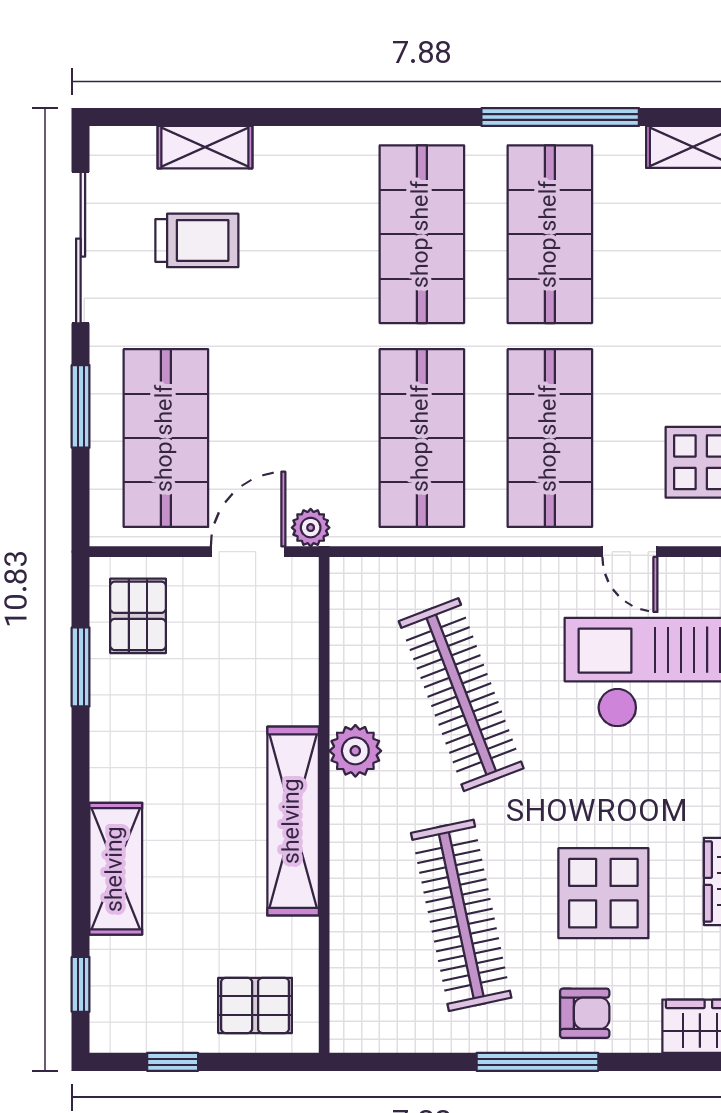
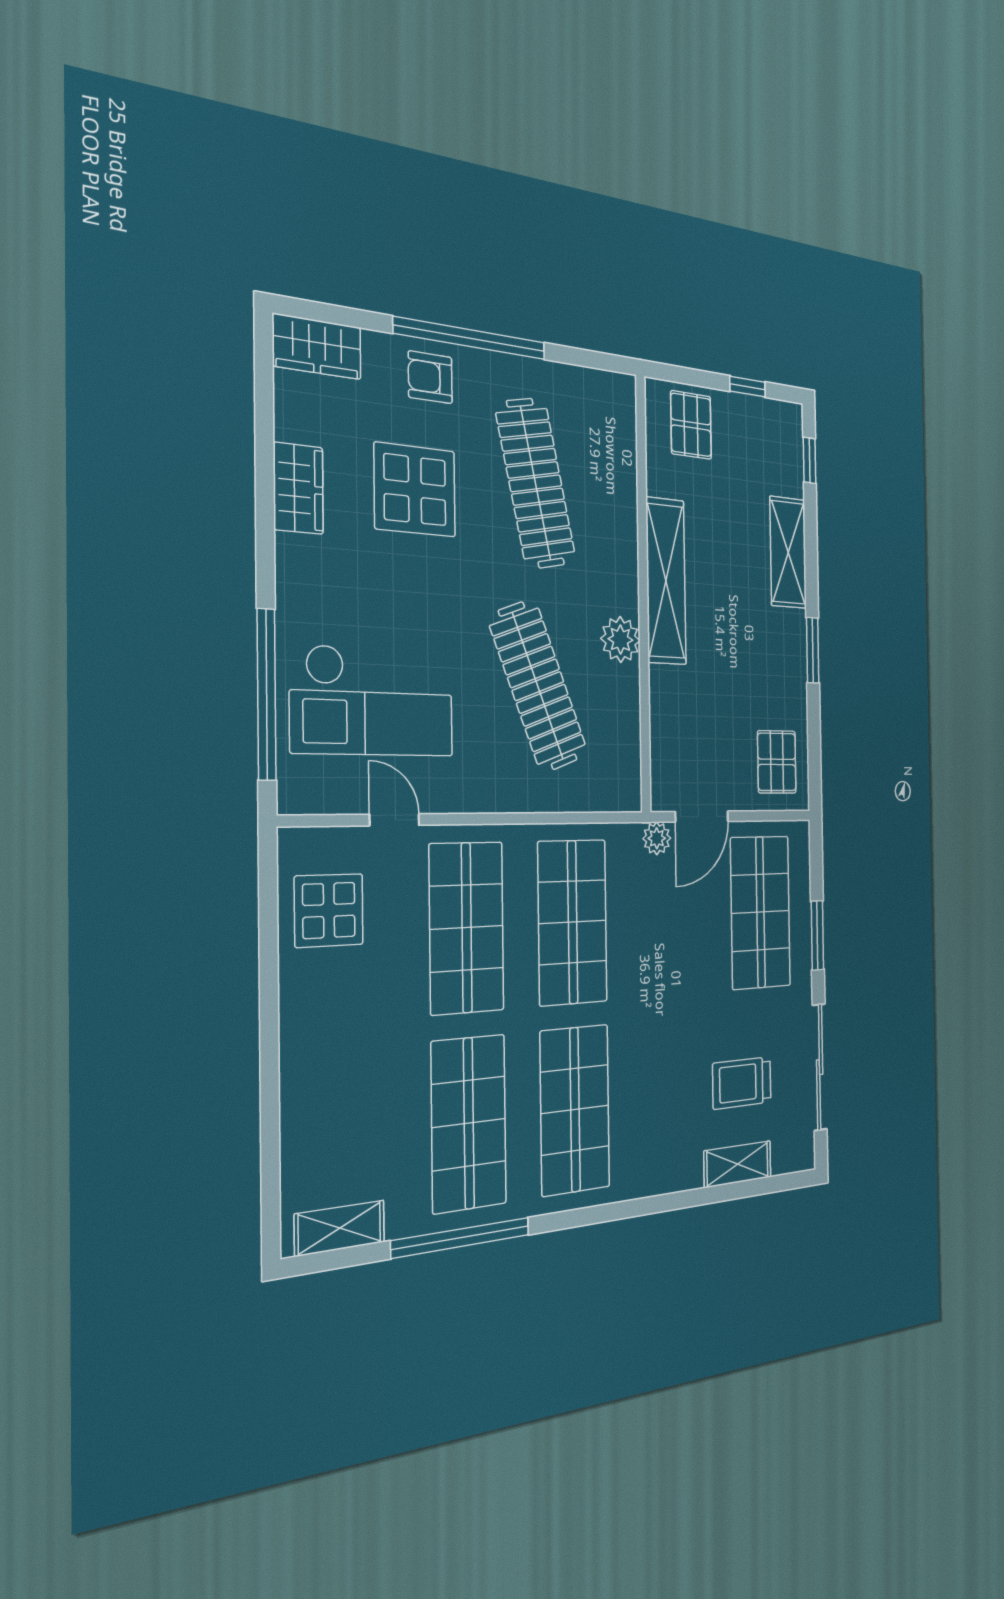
window: (81, 667) -> (813, 650), moved
pallet: (255, 1005) -> (691, 425), turned 90
window: (537, 1062) -> (471, 338), width x1.46

